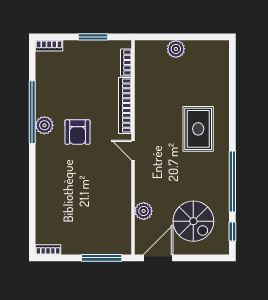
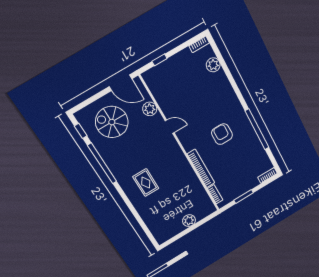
plant: (44, 125) -> (213, 65), moved
rug: (198, 129) -> (146, 183), width x0.73, depth x0.70
door: (133, 150) -> (170, 127), moved
window: (102, 258) -> (159, 60), width x0.46
door: (158, 258) -> (120, 83), hinge flipped

